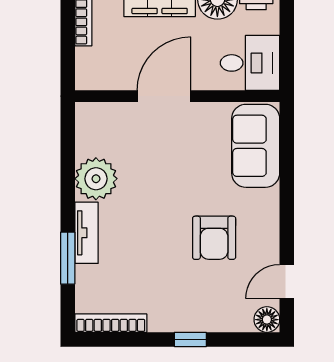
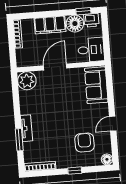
plant: (96, 179) -> (27, 81), moved
armchair: (214, 238) -> (84, 143), moved, turned 180
door: (287, 282) -> (113, 124), moved

